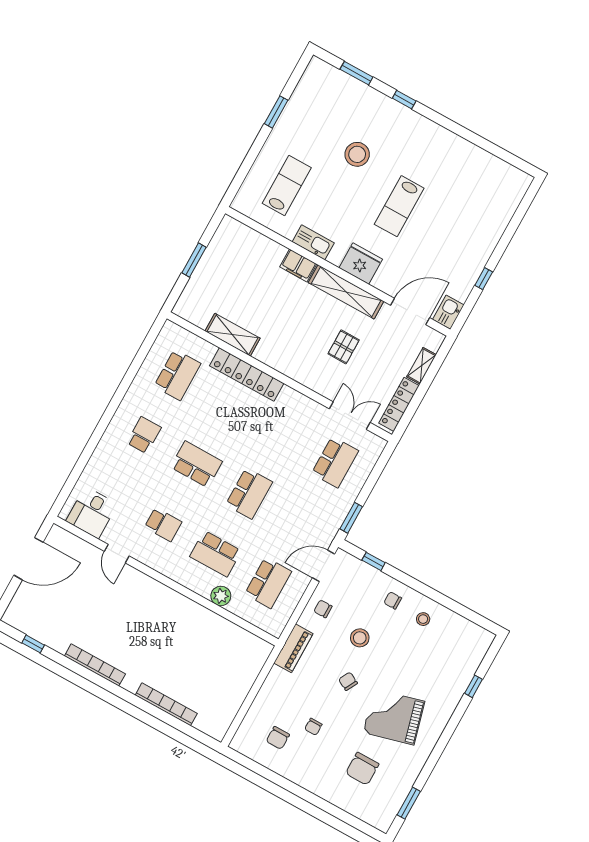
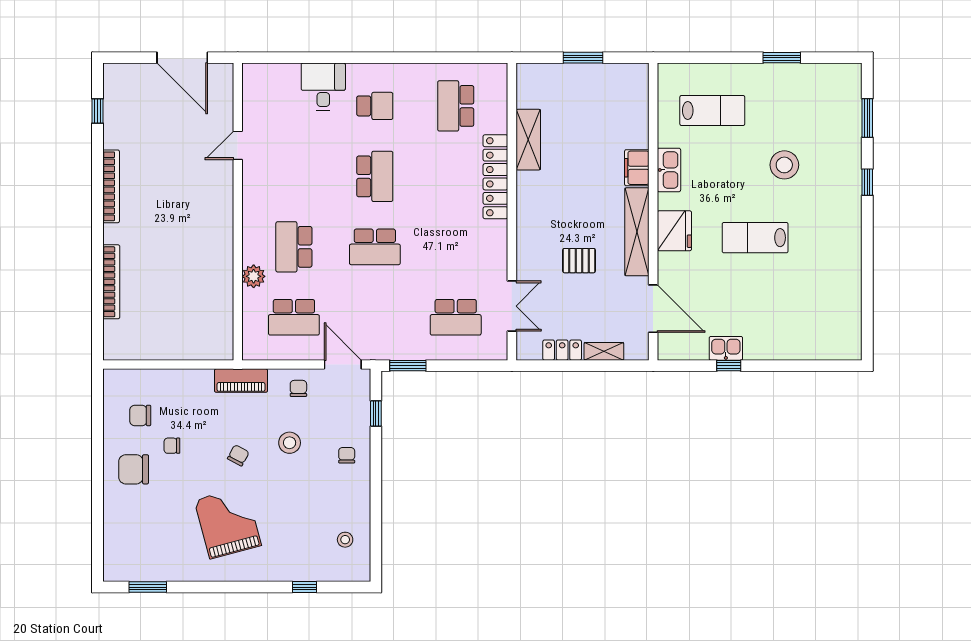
kitchen sink: (448, 312) -> (726, 348), moved
school desk: (177, 375) -> (456, 106), turned 90
locker: (399, 404) -> (562, 350), width x0.66
desk: (92, 513) -> (323, 87), moved, turned 90
school desk: (163, 525) -> (294, 176), removed
stool: (423, 619) -> (345, 540), moved
chair: (362, 769) -> (134, 469), moved

